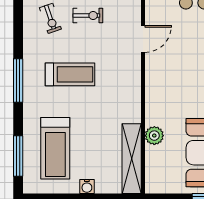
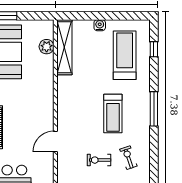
treadmill: (70, 74) -> (113, 114), turned -90
plant: (154, 136) -> (47, 47), moved
window: (18, 156) -> (154, 49), width x0.46

